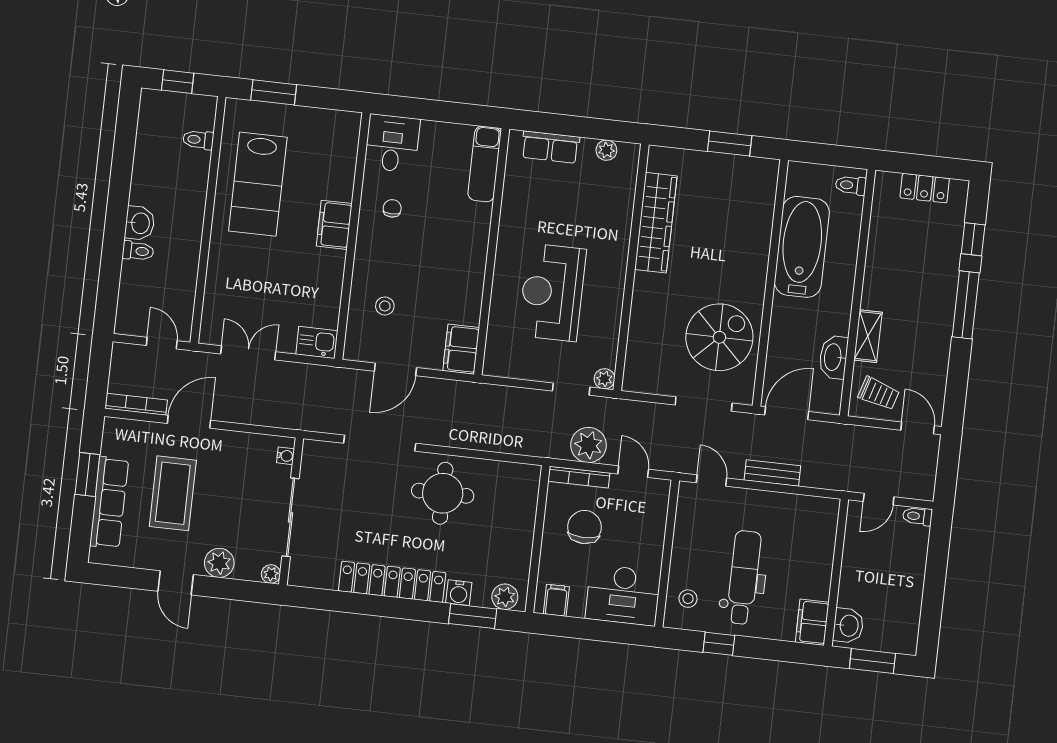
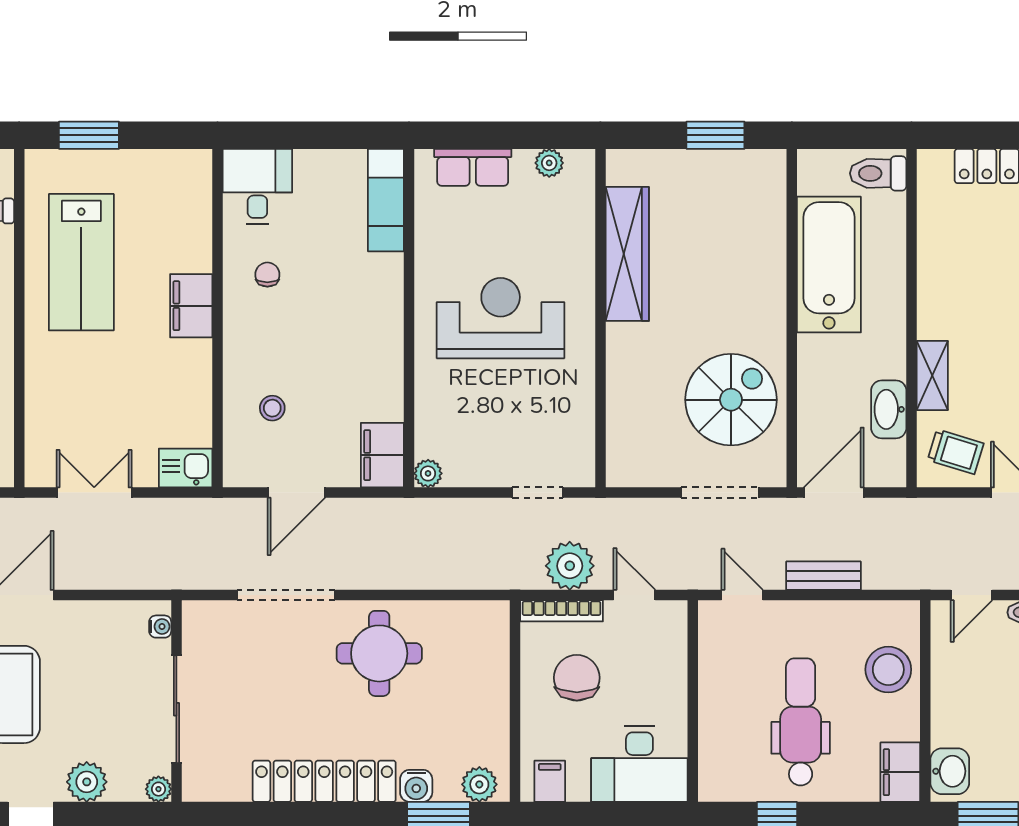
toilet: (851, 185) -> (878, 173), width x1.37, depth x1.39
reception desk: (552, 292) -> (501, 318), moved, turned 90
plant: (604, 379) -> (428, 473), moved
stool: (688, 599) -> (888, 670), moved, width x1.89, depth x1.89

